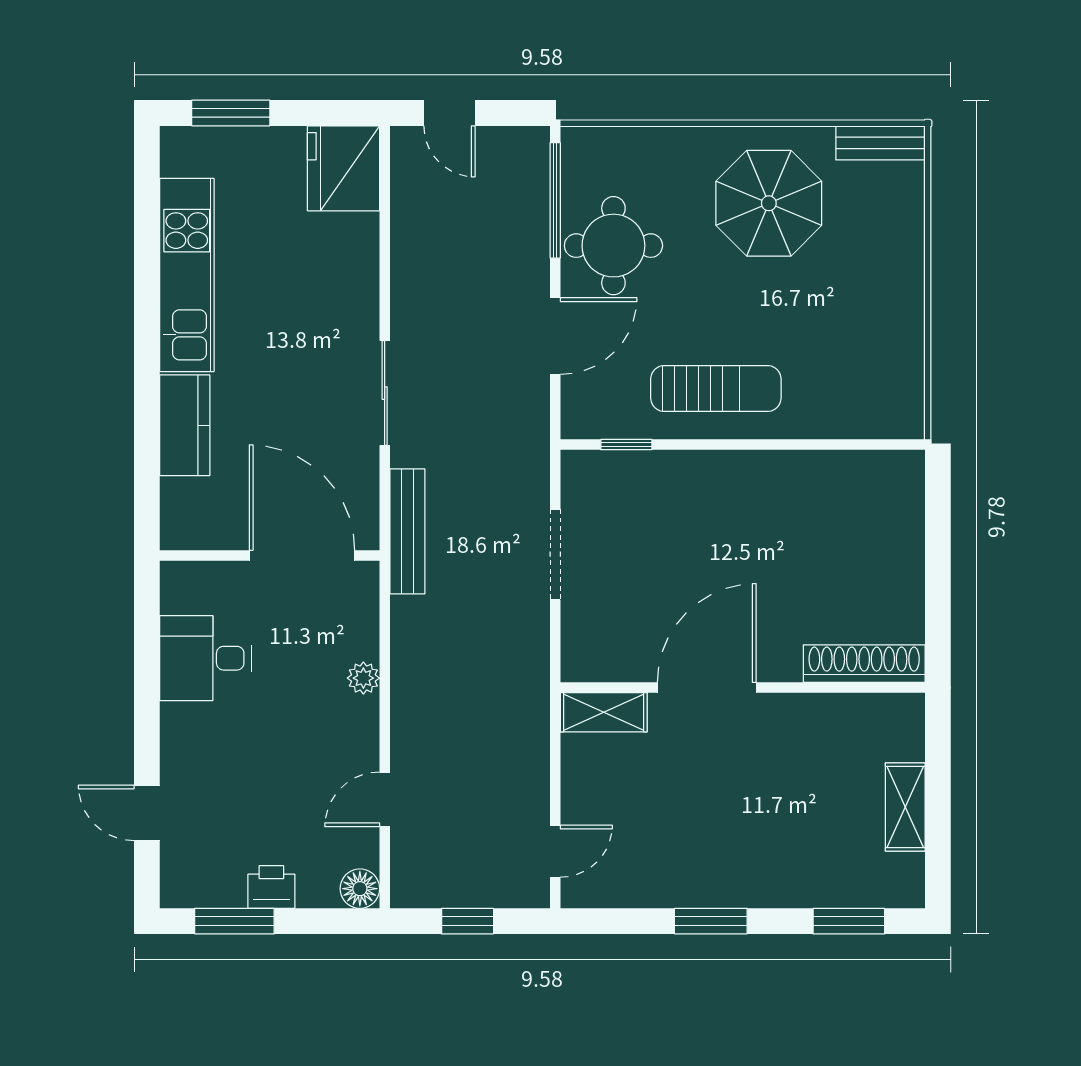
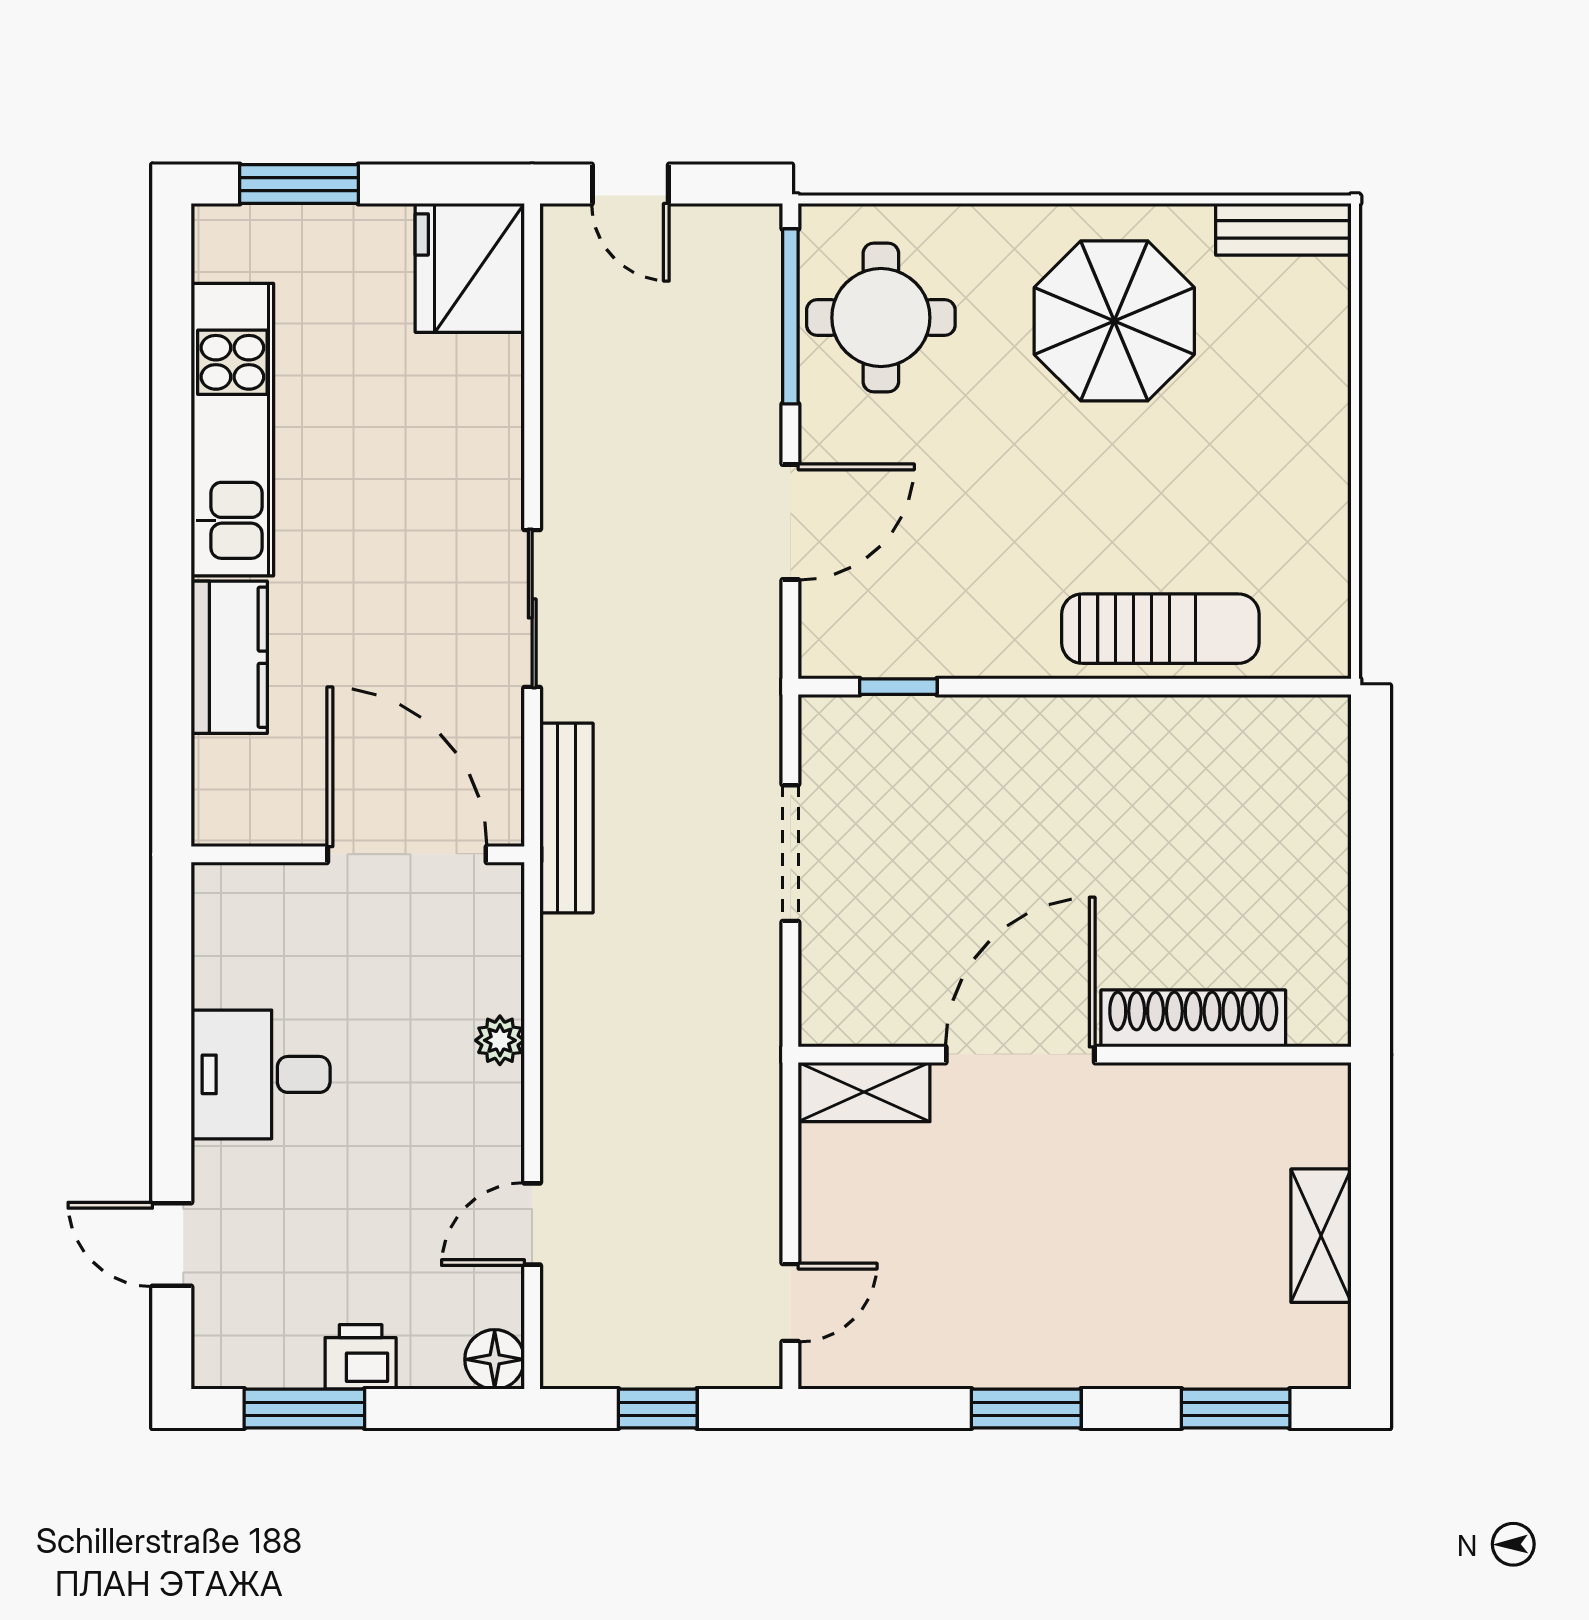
round table: (613, 246) -> (881, 318), moved
sun lounger: (716, 388) -> (1160, 629), moved
desk: (205, 658) -> (261, 1074), moved
shoe rack: (864, 664) -> (1193, 1018), moved

